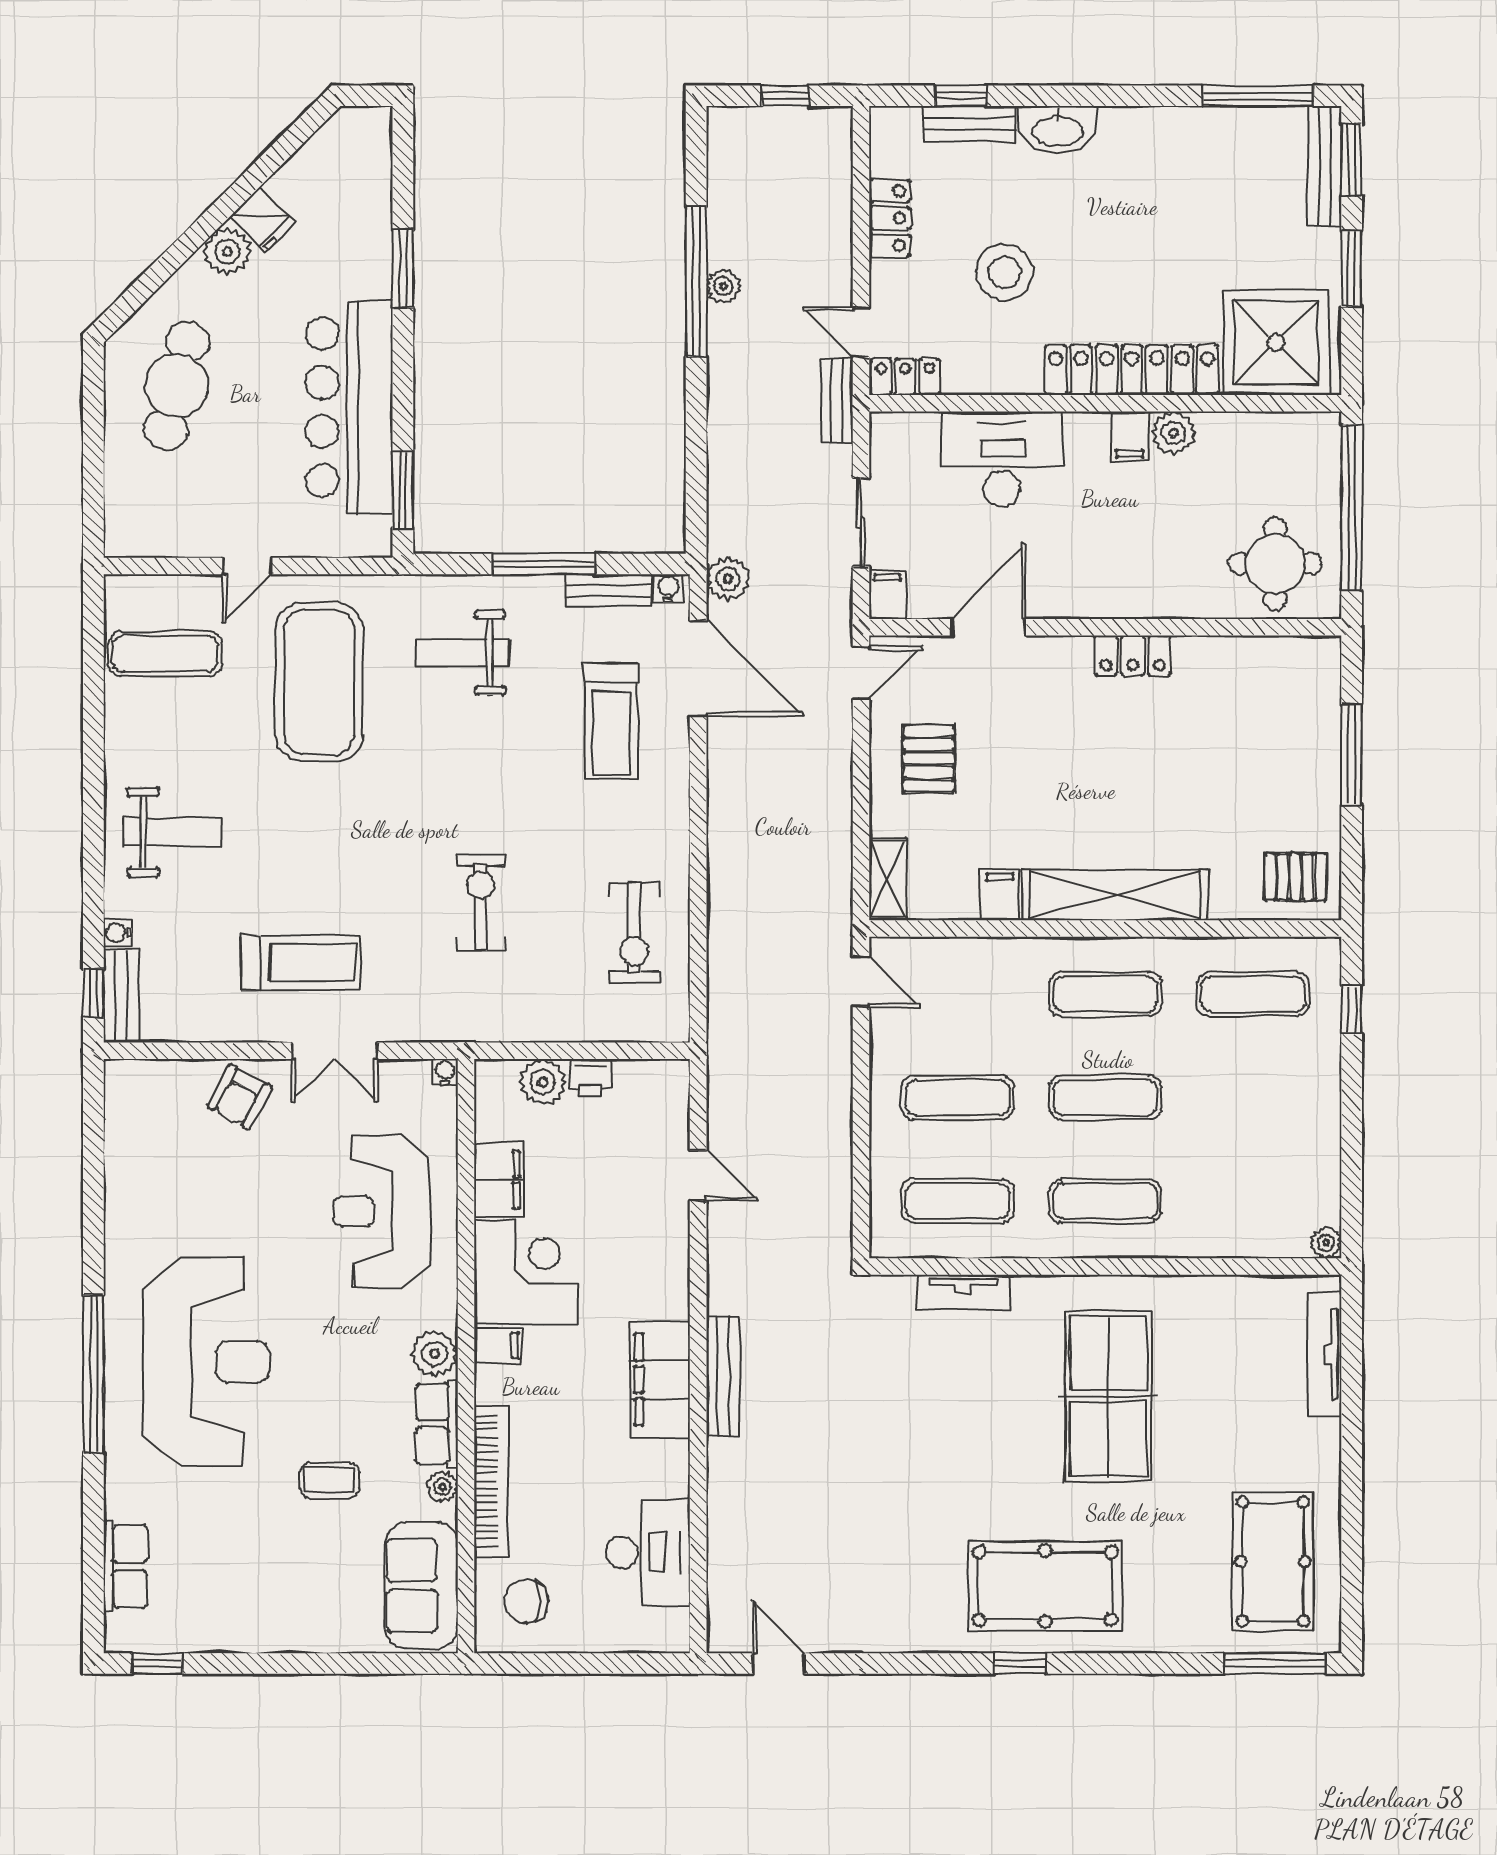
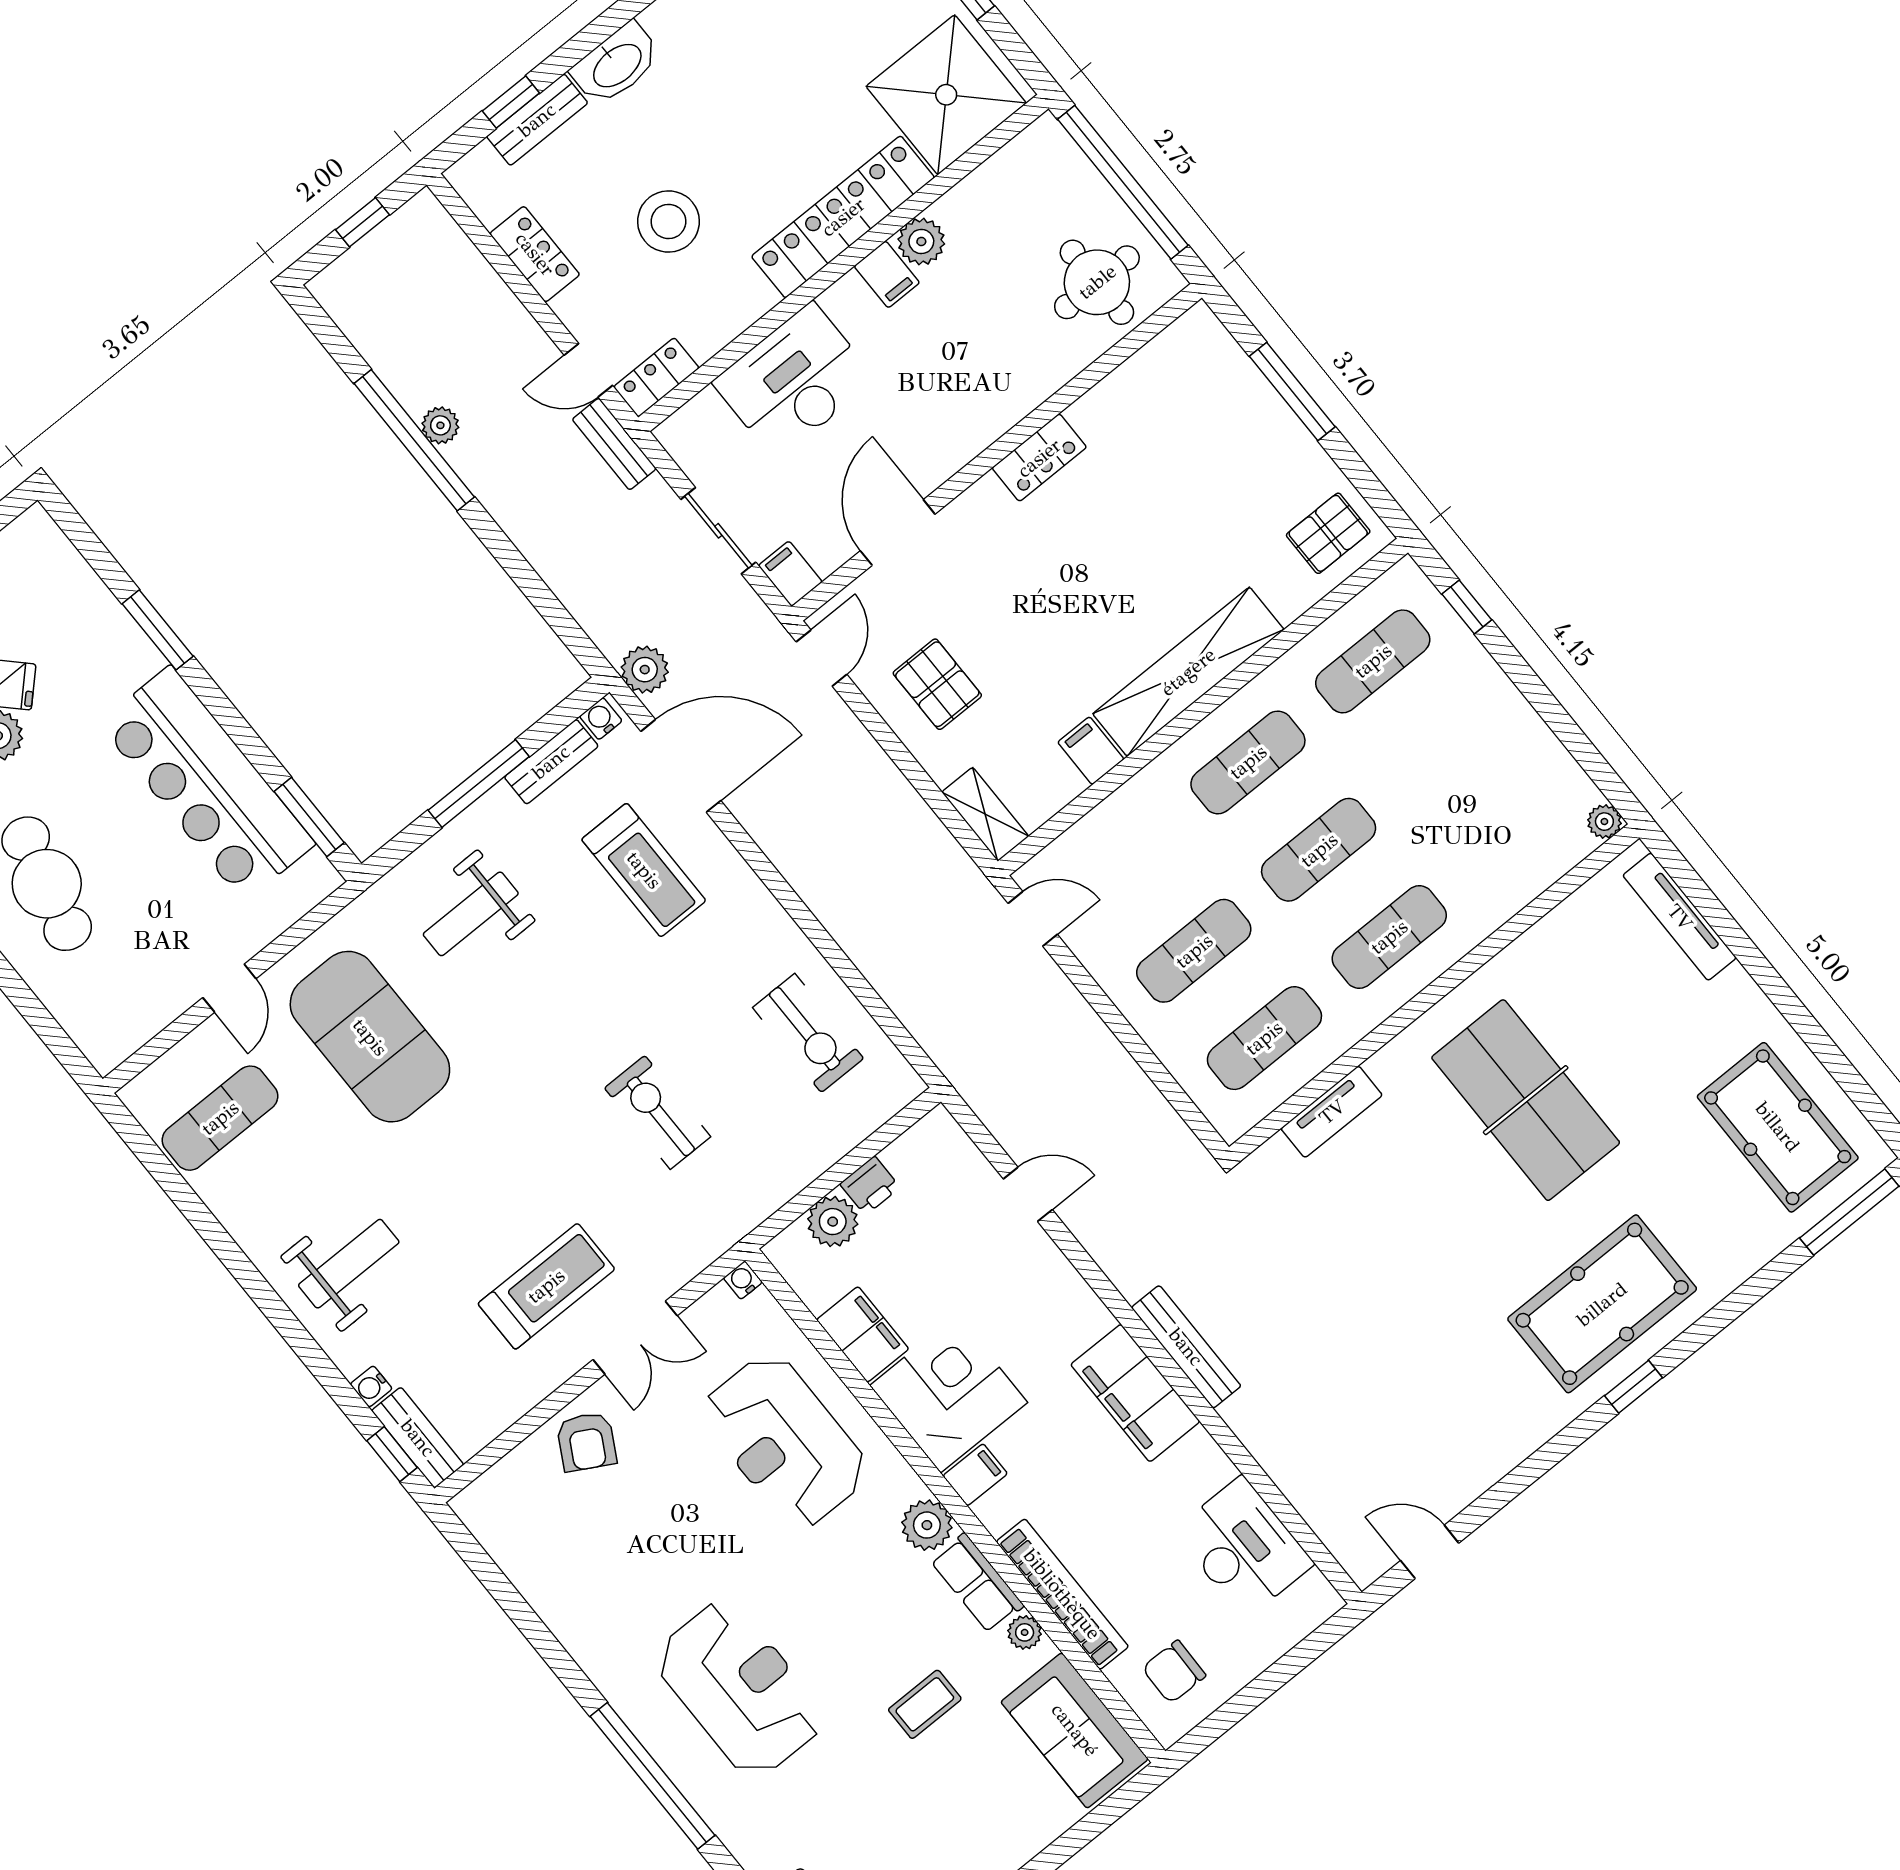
reception desk: (206, 1362) -> (739, 1689), width x0.74, depth x0.77

